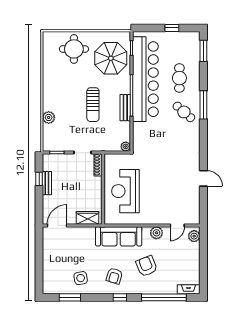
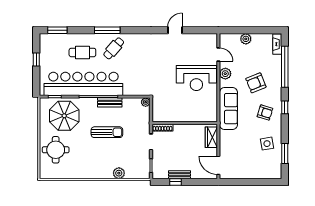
reception desk: (125, 191) -> (196, 78), moved
plant: (194, 236) -> (246, 39), moved

